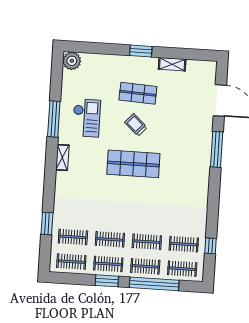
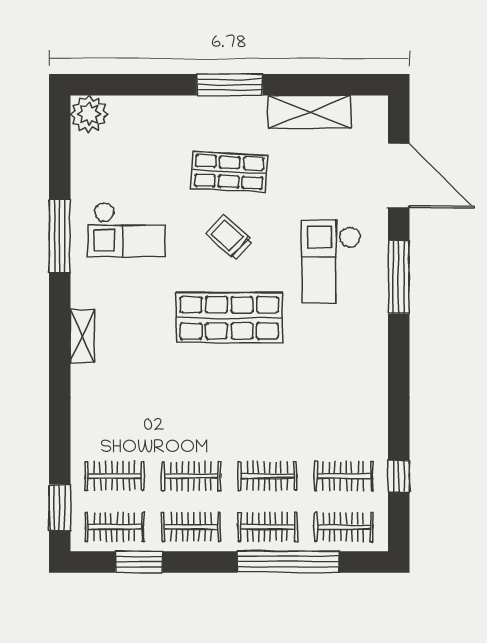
window: (141, 51) -> (230, 85), width x1.44
shelving: (172, 64) -> (310, 112), width x1.50, depth x1.33
checkout: (86, 118) -> (127, 230), turned 90
checkout: (184, 140) -> (331, 261), added
shelving: (62, 158) -> (82, 336), moved
window: (47, 223) -> (60, 508), moved
window: (107, 281) -> (139, 562), moved

